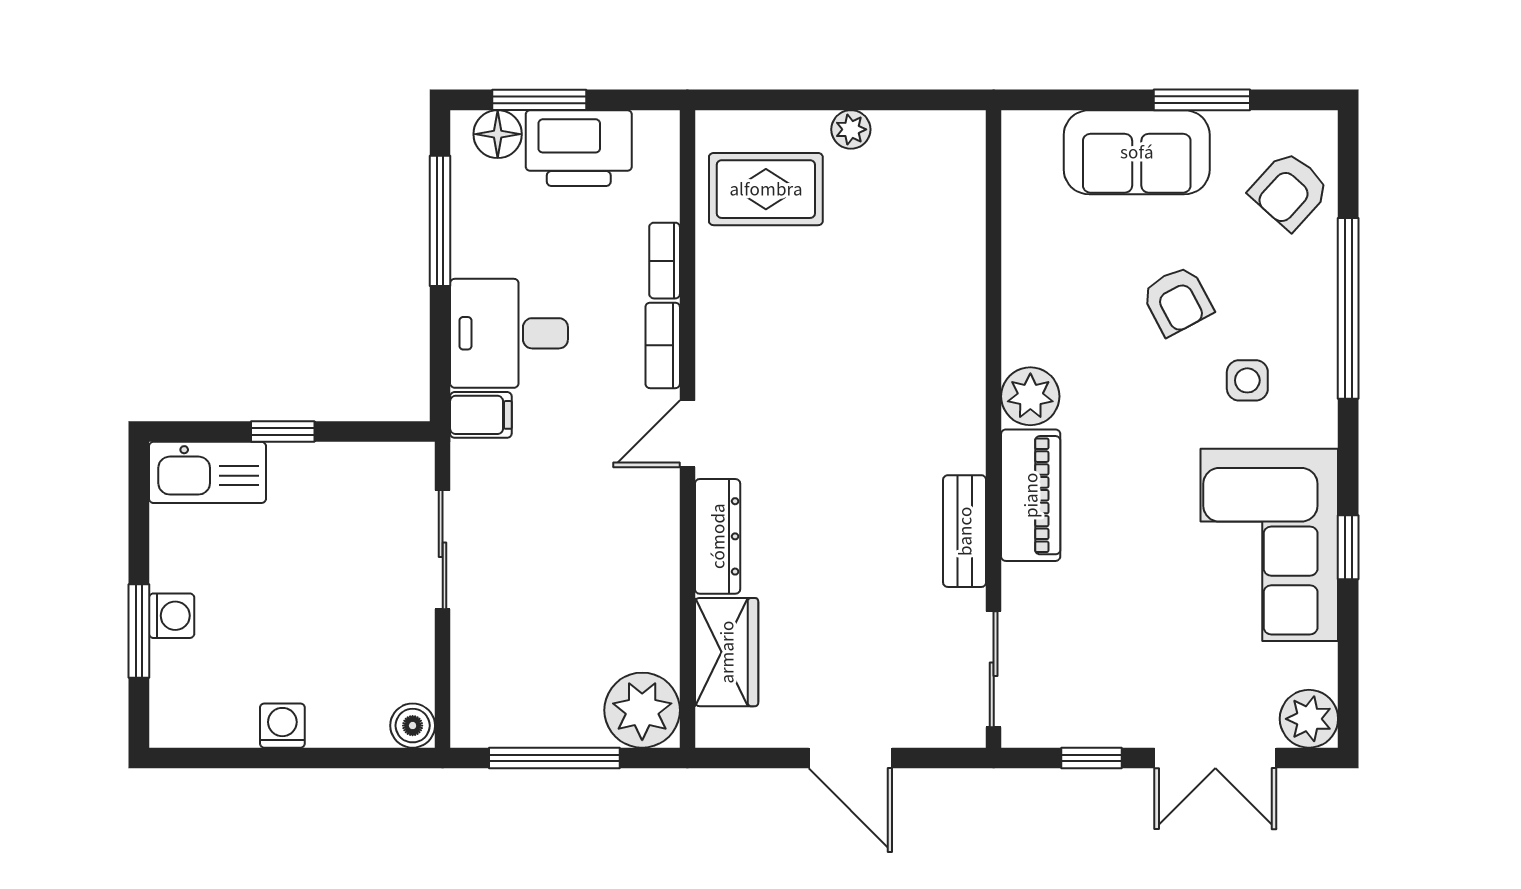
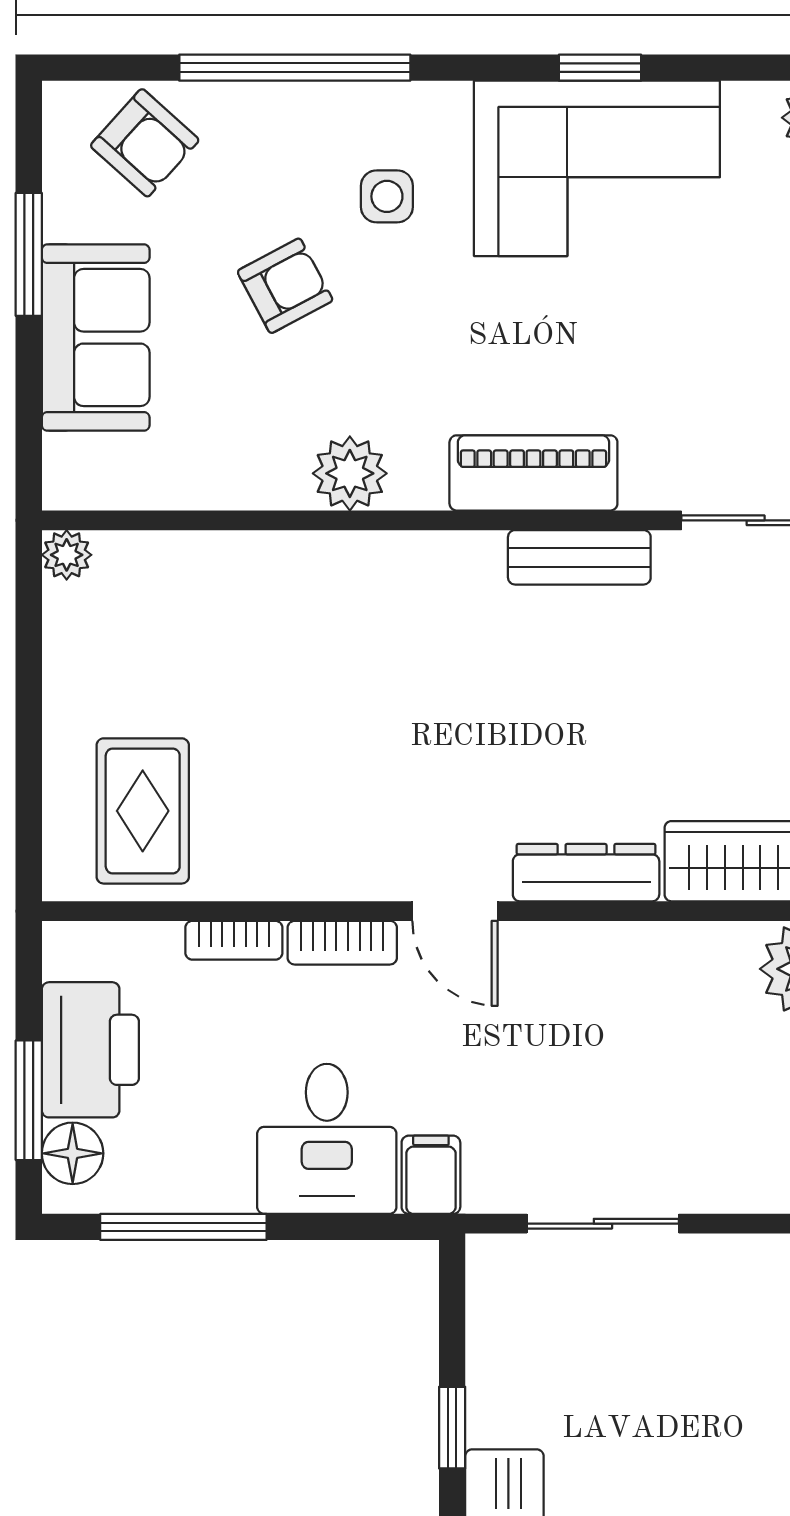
plant: (851, 129) -> (67, 555), moved
plant: (1030, 396) -> (350, 473), moved

